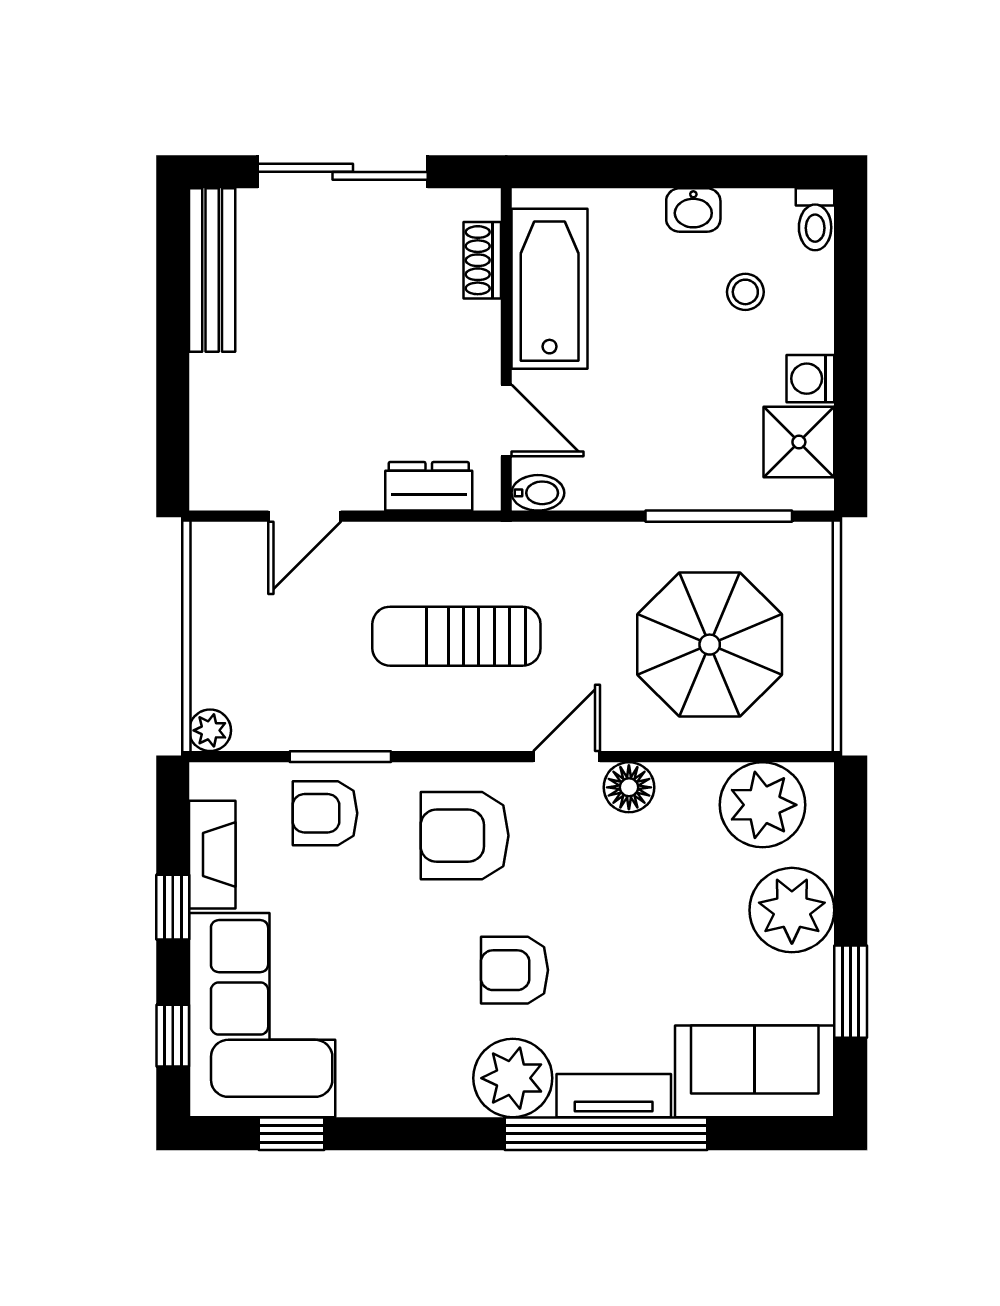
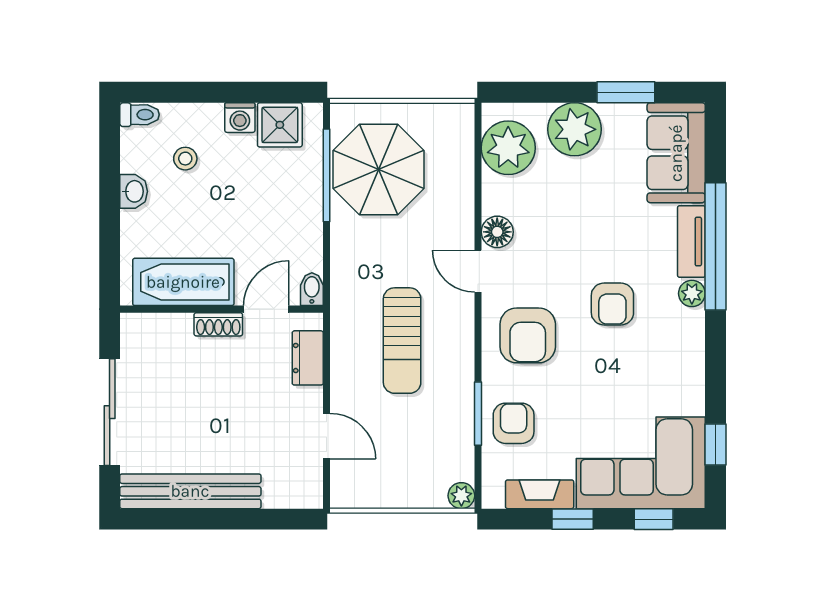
shoe rack: (482, 260) -> (218, 324), moved
bench: (212, 270) -> (190, 491), width x1.37, depth x1.21
parasol: (710, 645) -> (379, 169), moved
armchair: (325, 813) -> (514, 423), turned 180
plant: (513, 1078) -> (692, 293), width x0.53, depth x0.53

